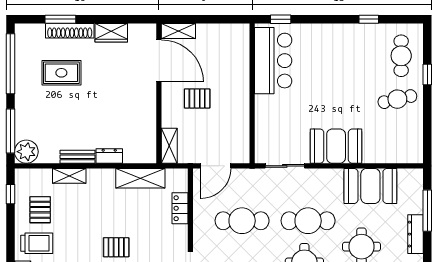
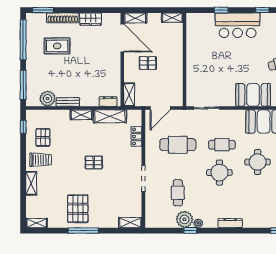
window: (60, 19) -> (43, 10), moved
window: (281, 19) -> (221, 10), moved
shelving: (234, 30) -> (172, 18), added
bar counter: (273, 61) -> (238, 25), moved, turned 90
booth: (336, 146) -> (253, 95), moved
plant: (26, 152) -> (48, 99), moved
dresser: (109, 156) -> (108, 101), moved
shelving: (69, 176) -> (81, 115), moved
cafe table: (308, 221) -> (222, 145), width x0.73, depth x0.74

